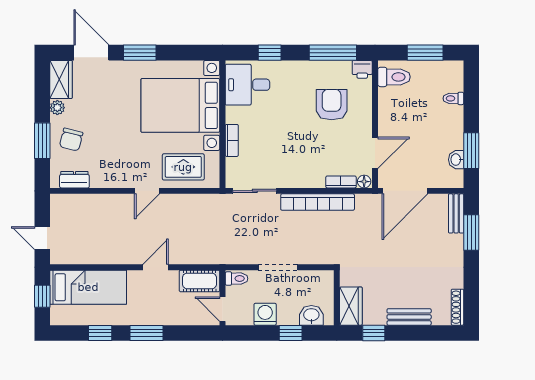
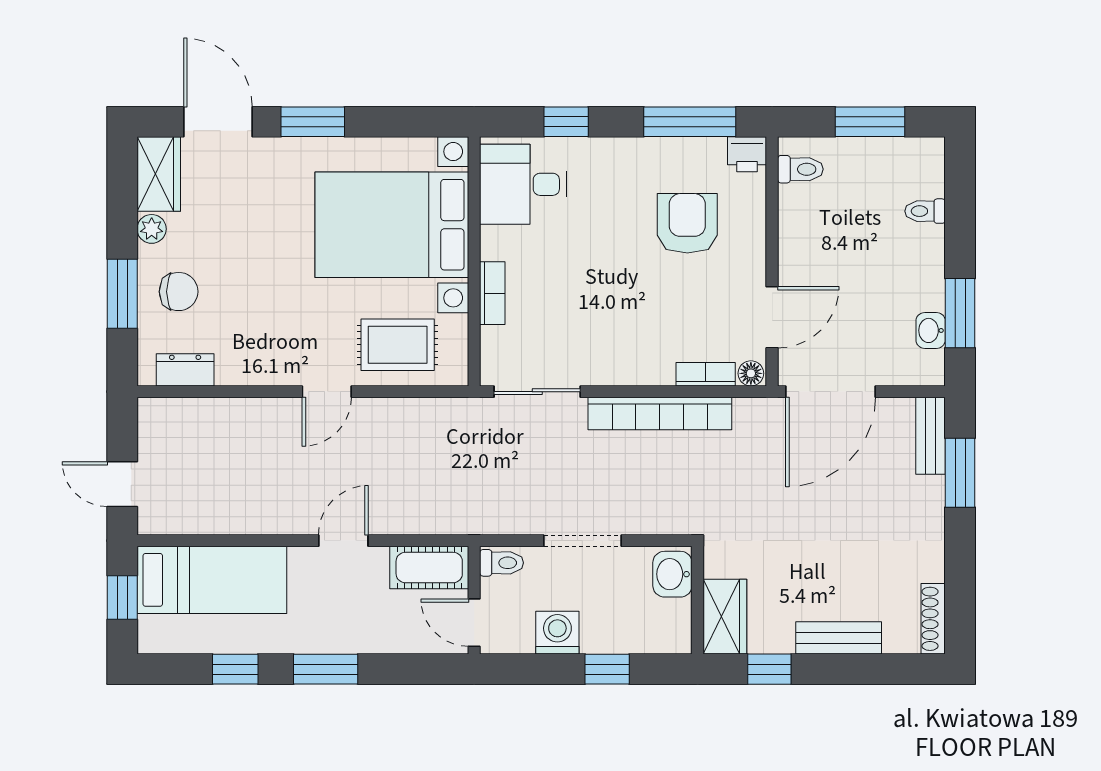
toilet: (394, 77) -> (800, 169), width x0.73, depth x0.72
chair: (71, 140) -> (179, 292), turned -104
washbasin: (311, 315) -> (672, 574), moved, turned -90

